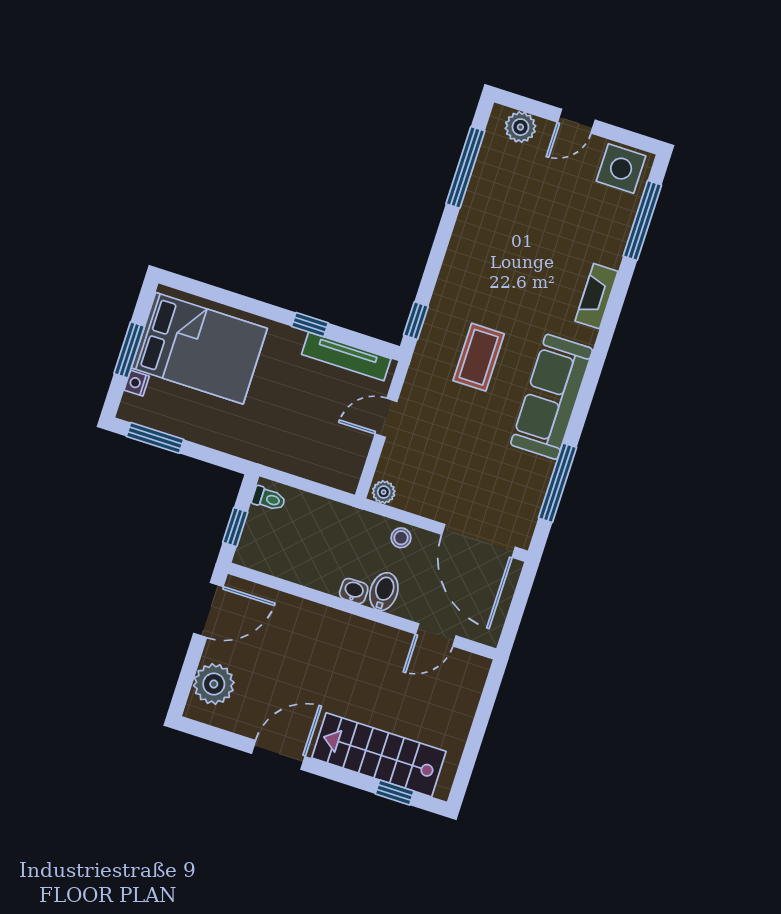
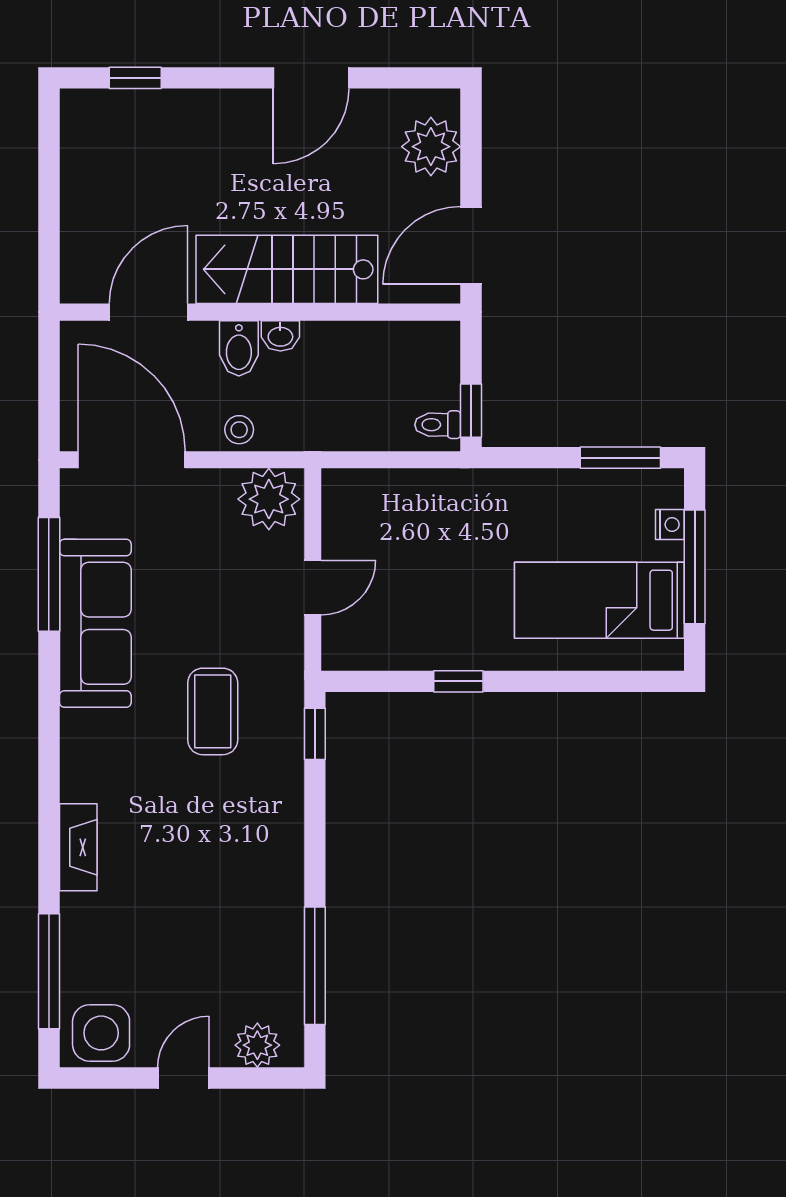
bed: (199, 348) -> (599, 600), width x0.67
window: (129, 350) -> (695, 567), width x1.44
tv unit: (346, 356) -> (394, 654), removed
sofa: (552, 397) -> (95, 623), moved
plant: (384, 492) -> (269, 499), width x1.88, depth x1.88
window: (235, 527) -> (471, 411), moved
door: (436, 635) -> (149, 312), width x1.38
stairs: (379, 755) -> (287, 269), moved, turned 180

